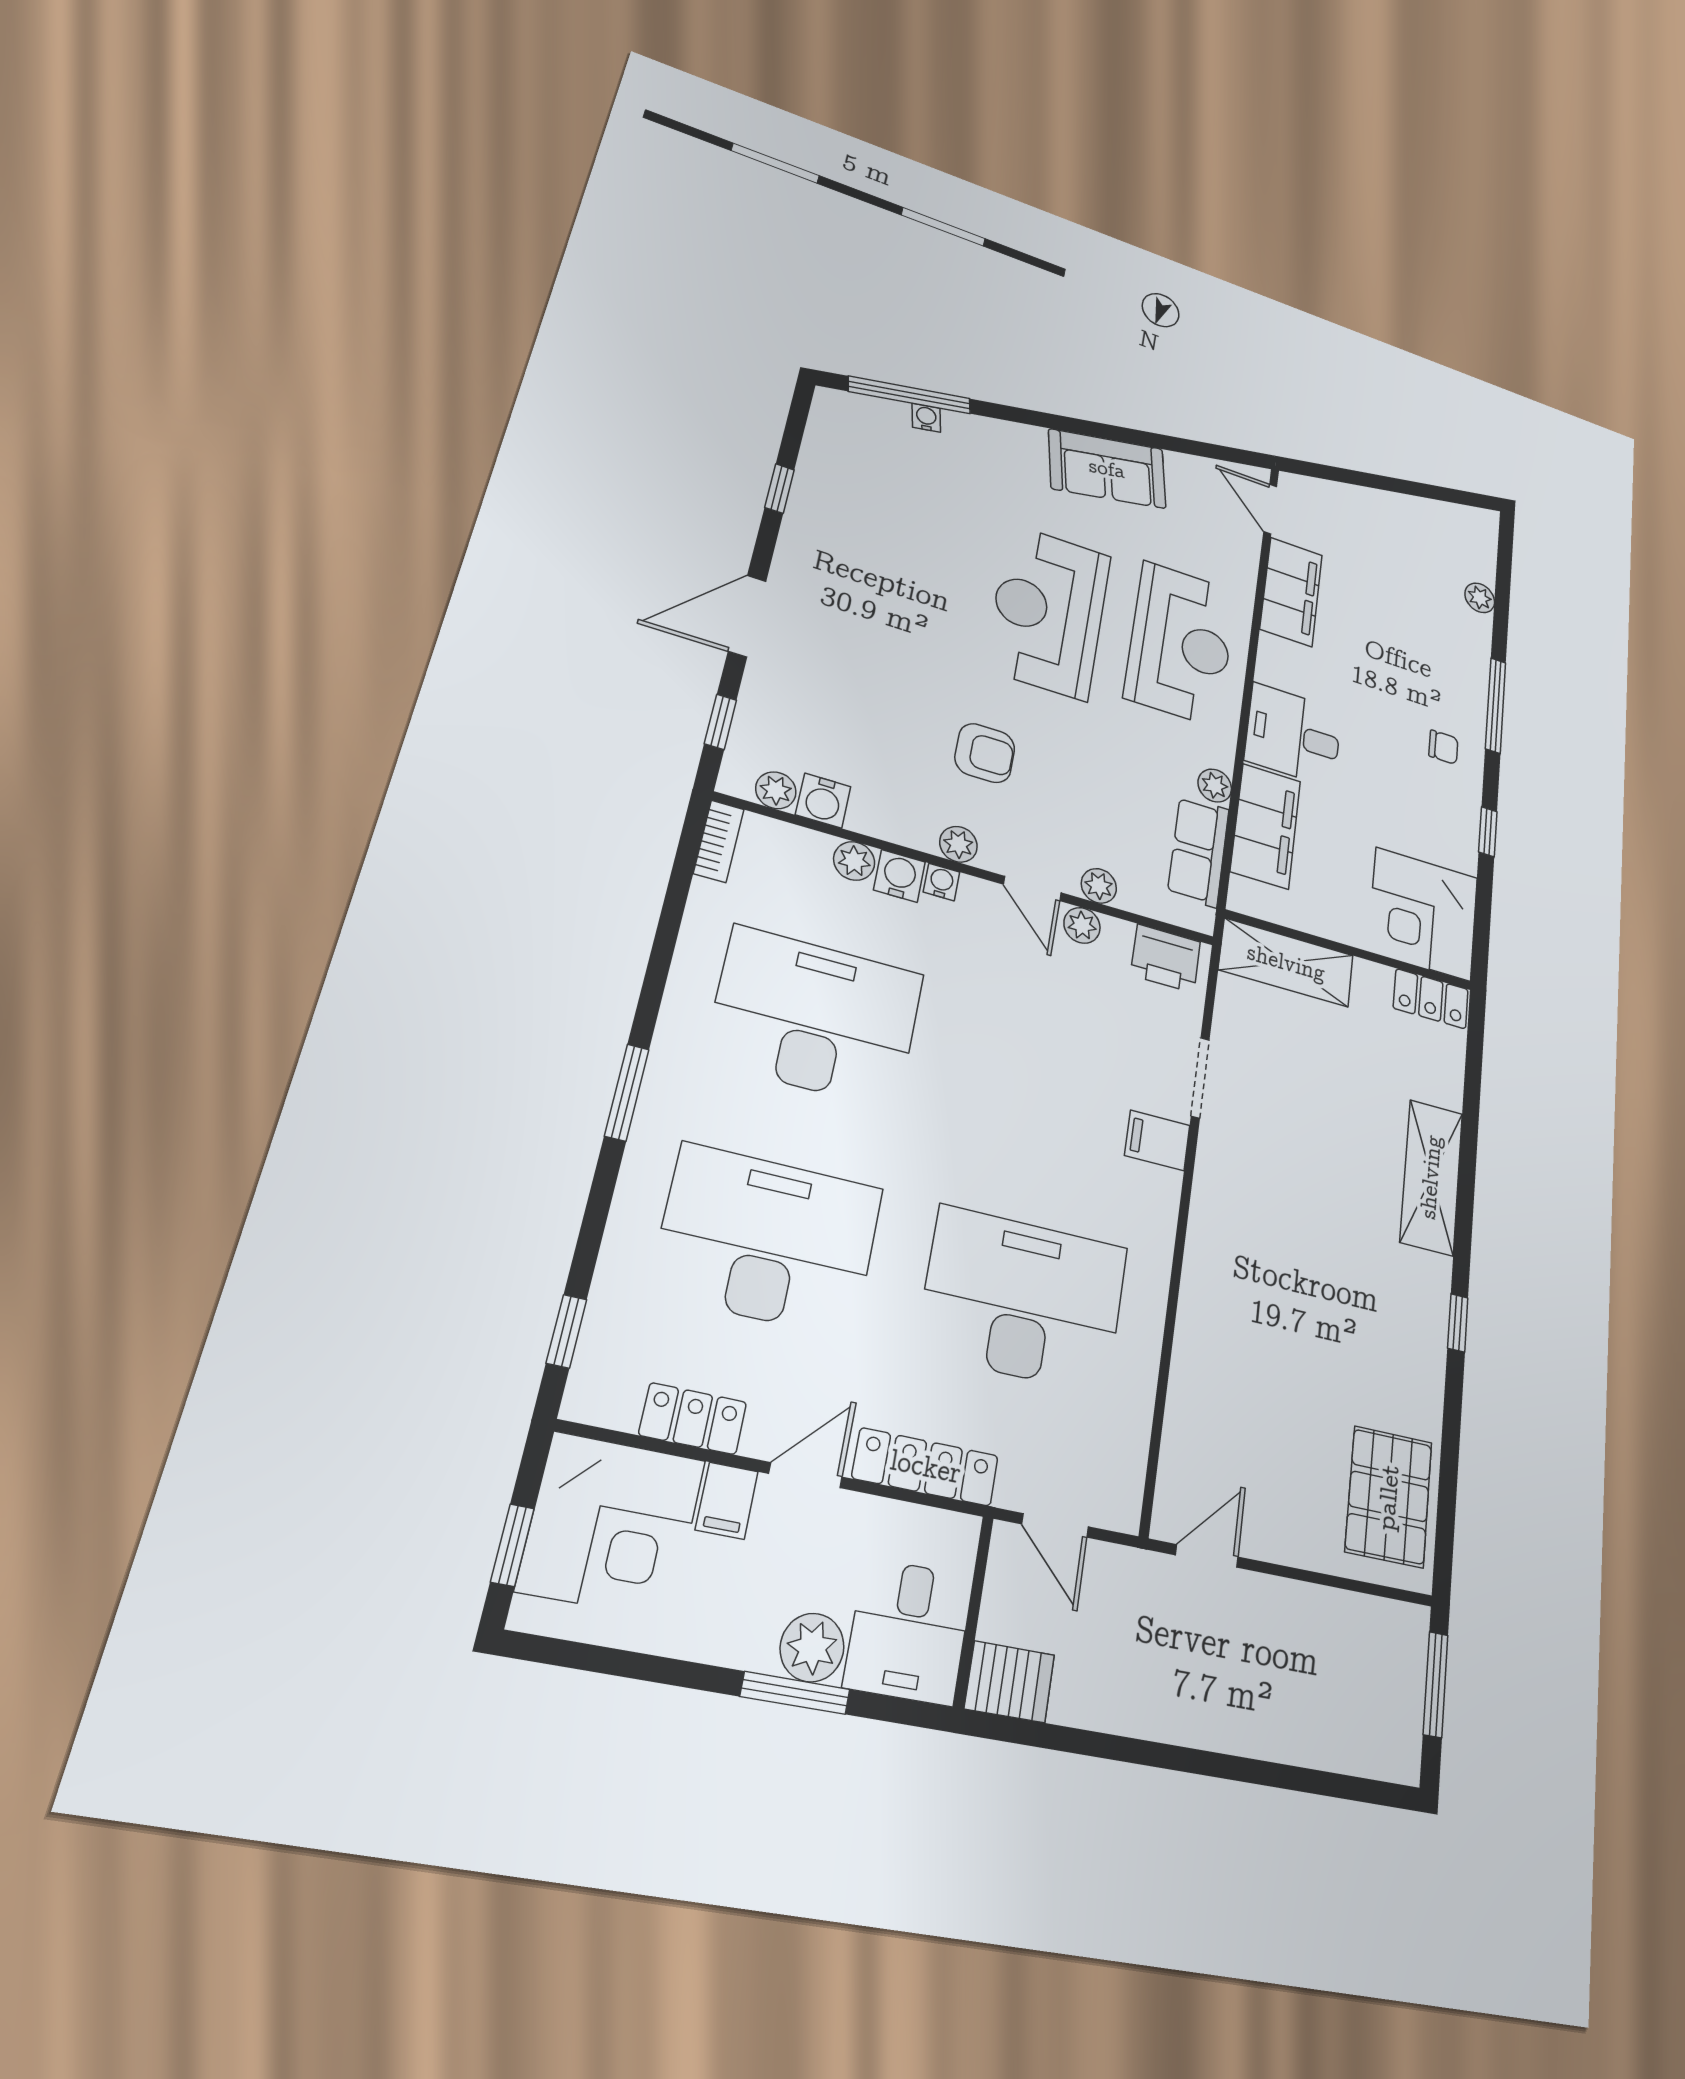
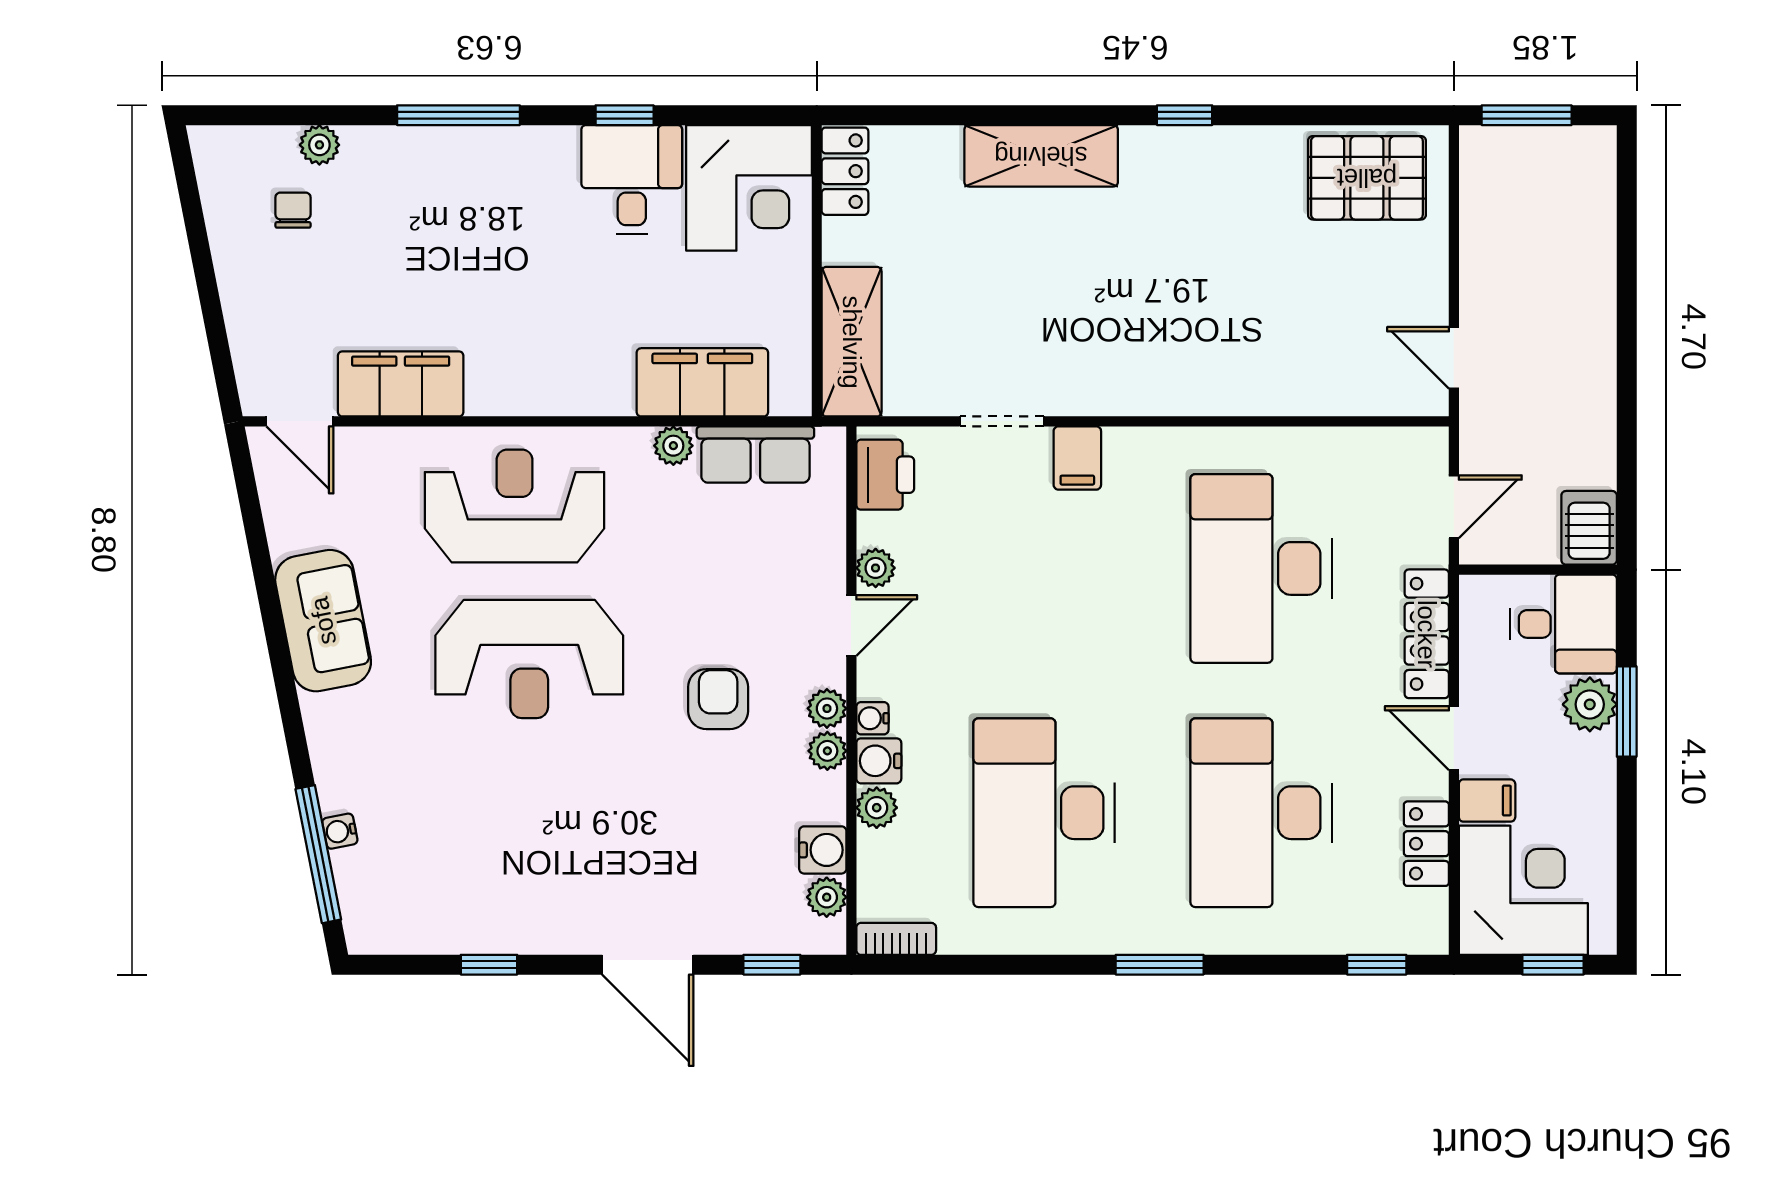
door: (1270, 509) -> (300, 421), hinge flipped
desk: (1293, 735) -> (632, 179), moved, turned 180
chair: (1443, 747) -> (293, 210), moved
plant: (1099, 886) -> (827, 751), moved

